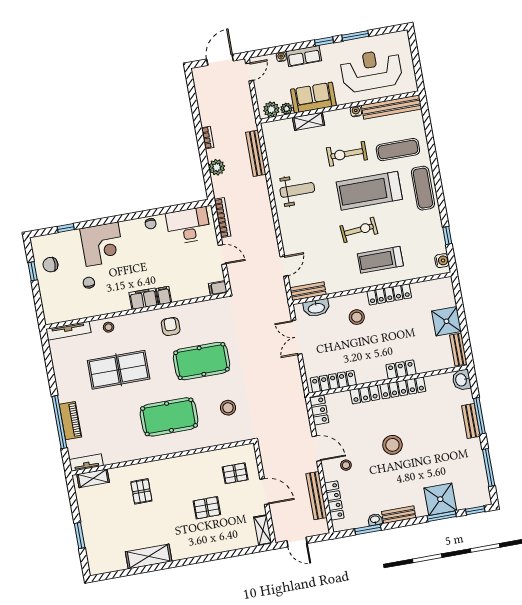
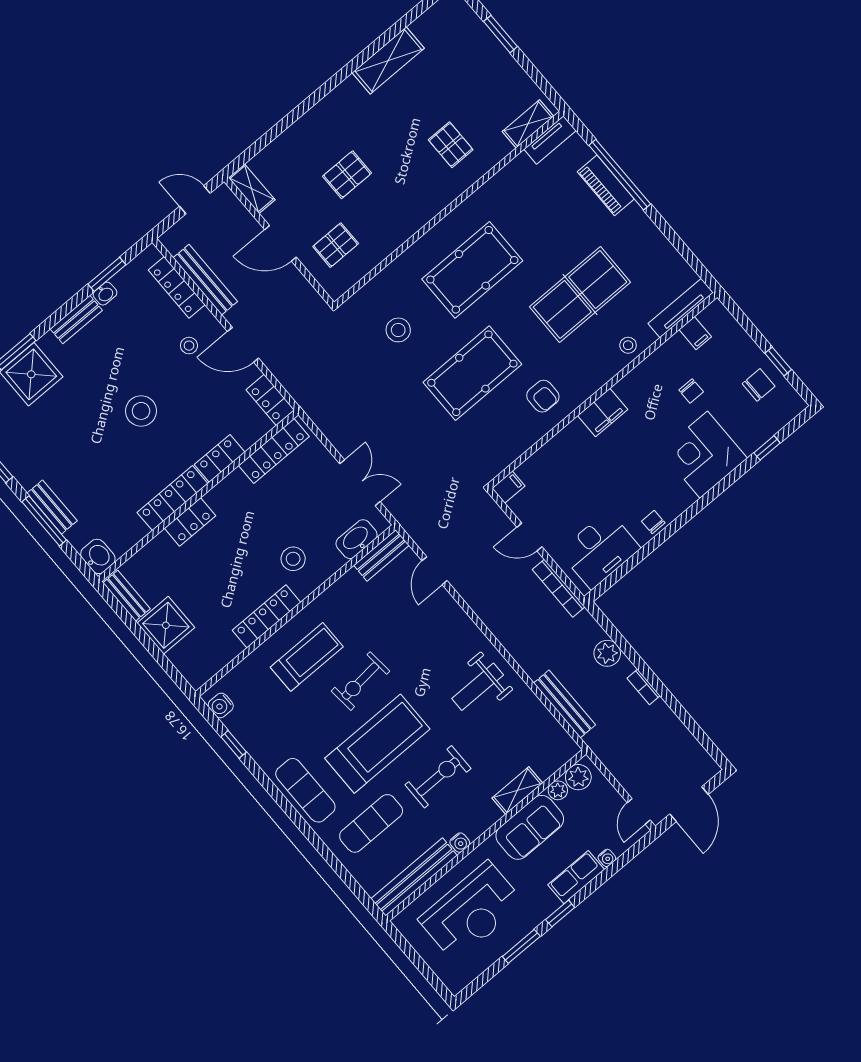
filing cabinet: (164, 296) -> (695, 333), moved

